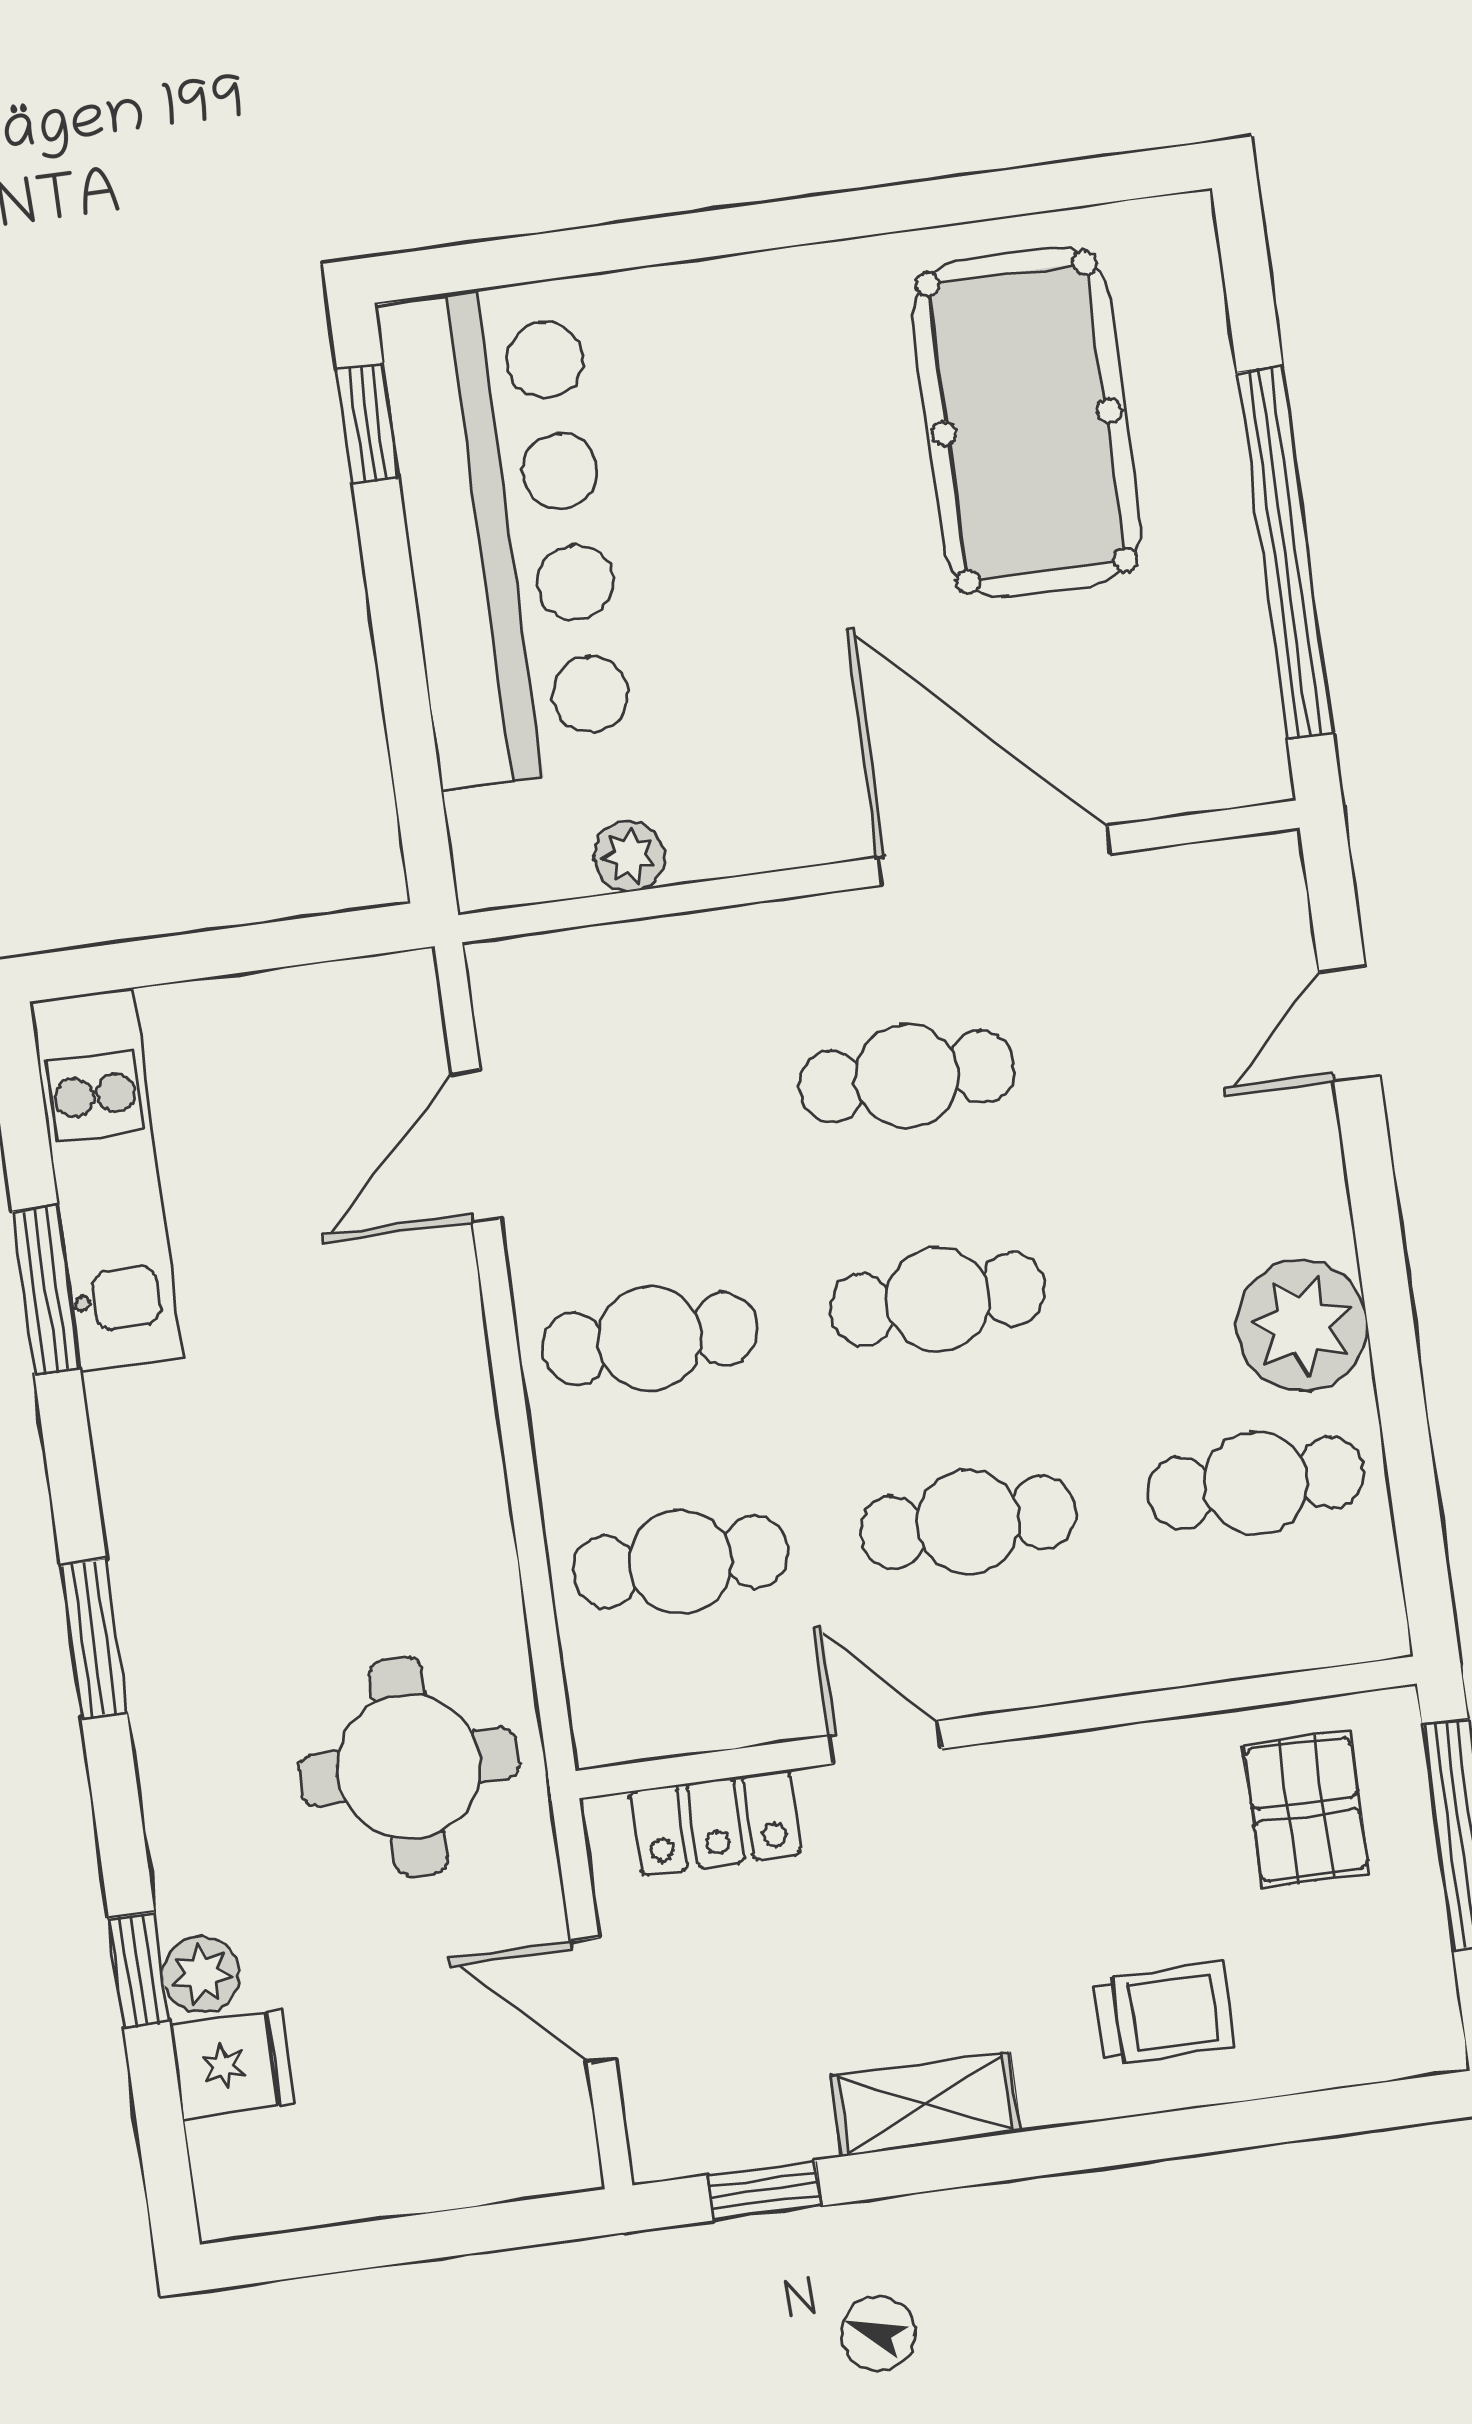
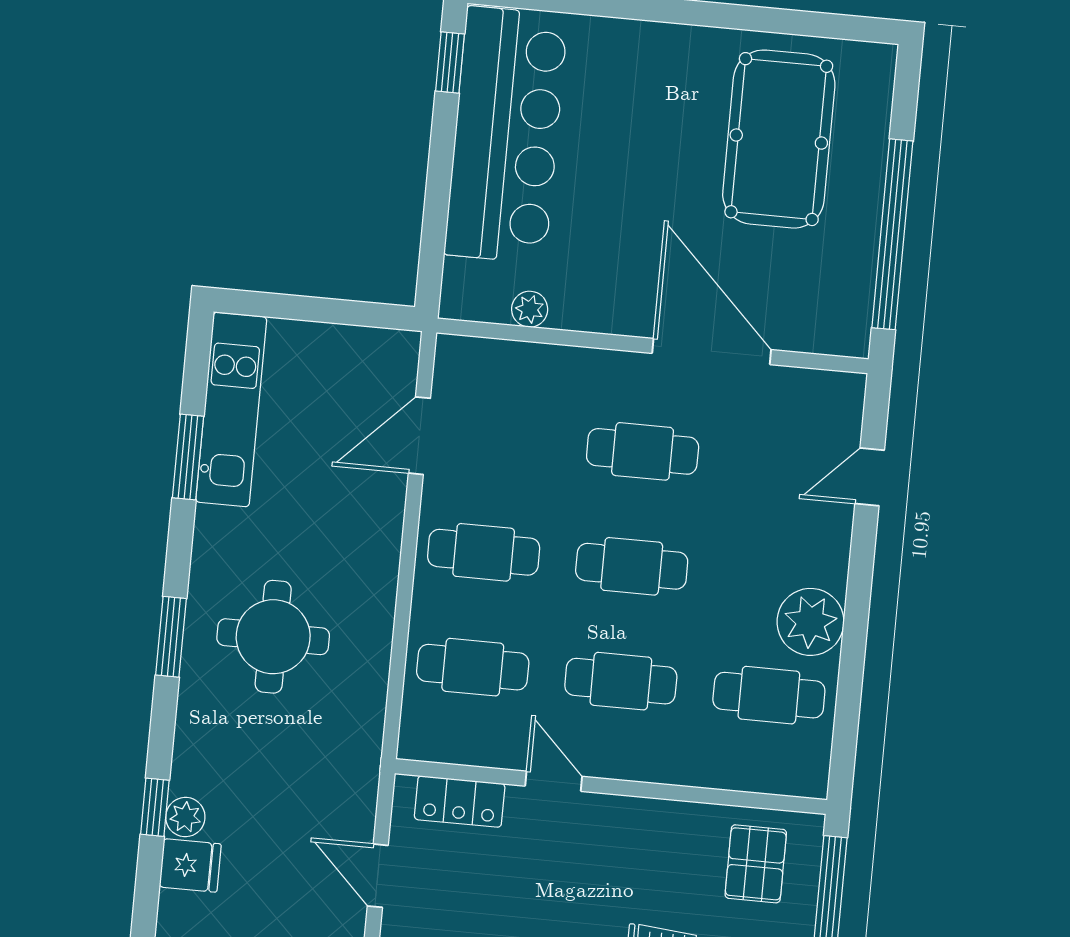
round table: (409, 1767) -> (273, 637), moved

